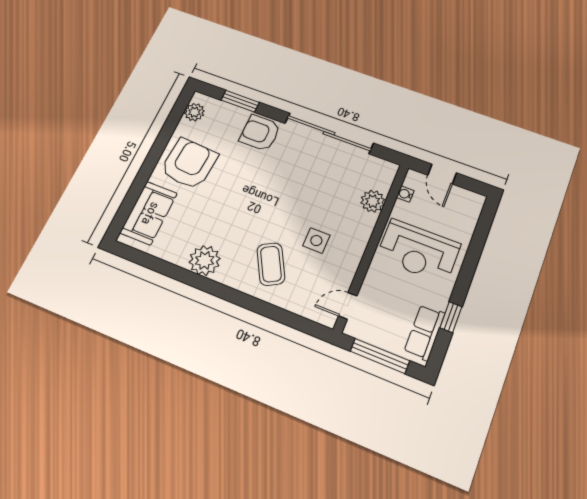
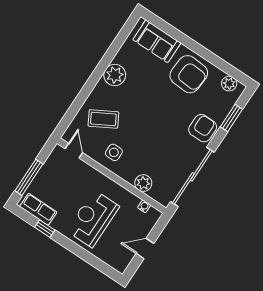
water cooler: (405, 194) -> (144, 206), moved
plant: (373, 201) -> (143, 183), moved
wall: (372, 246) -> (112, 176), moved
door: (348, 306) -> (74, 151), moved

